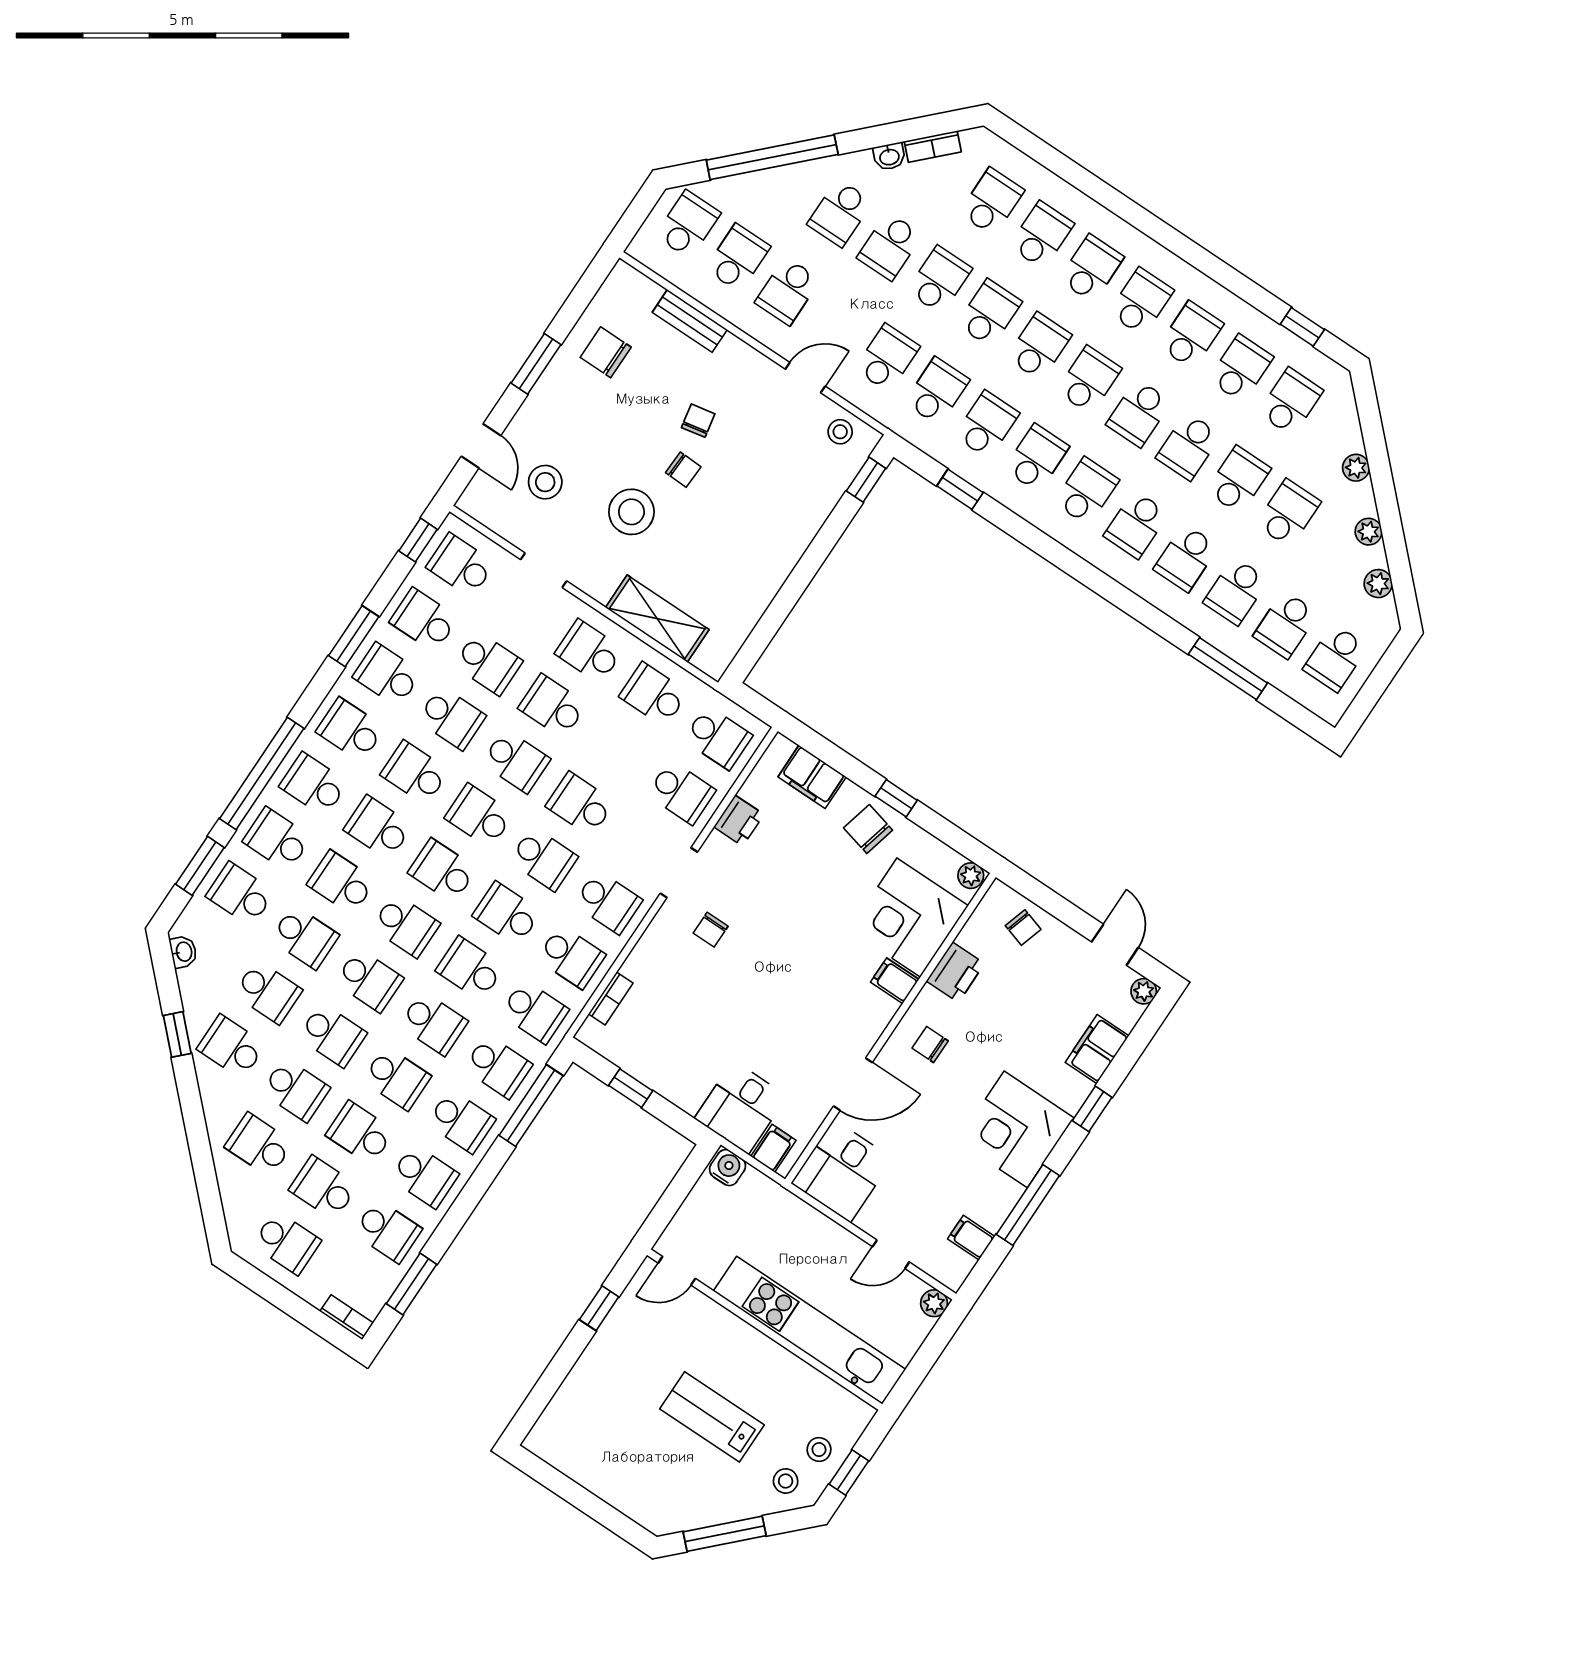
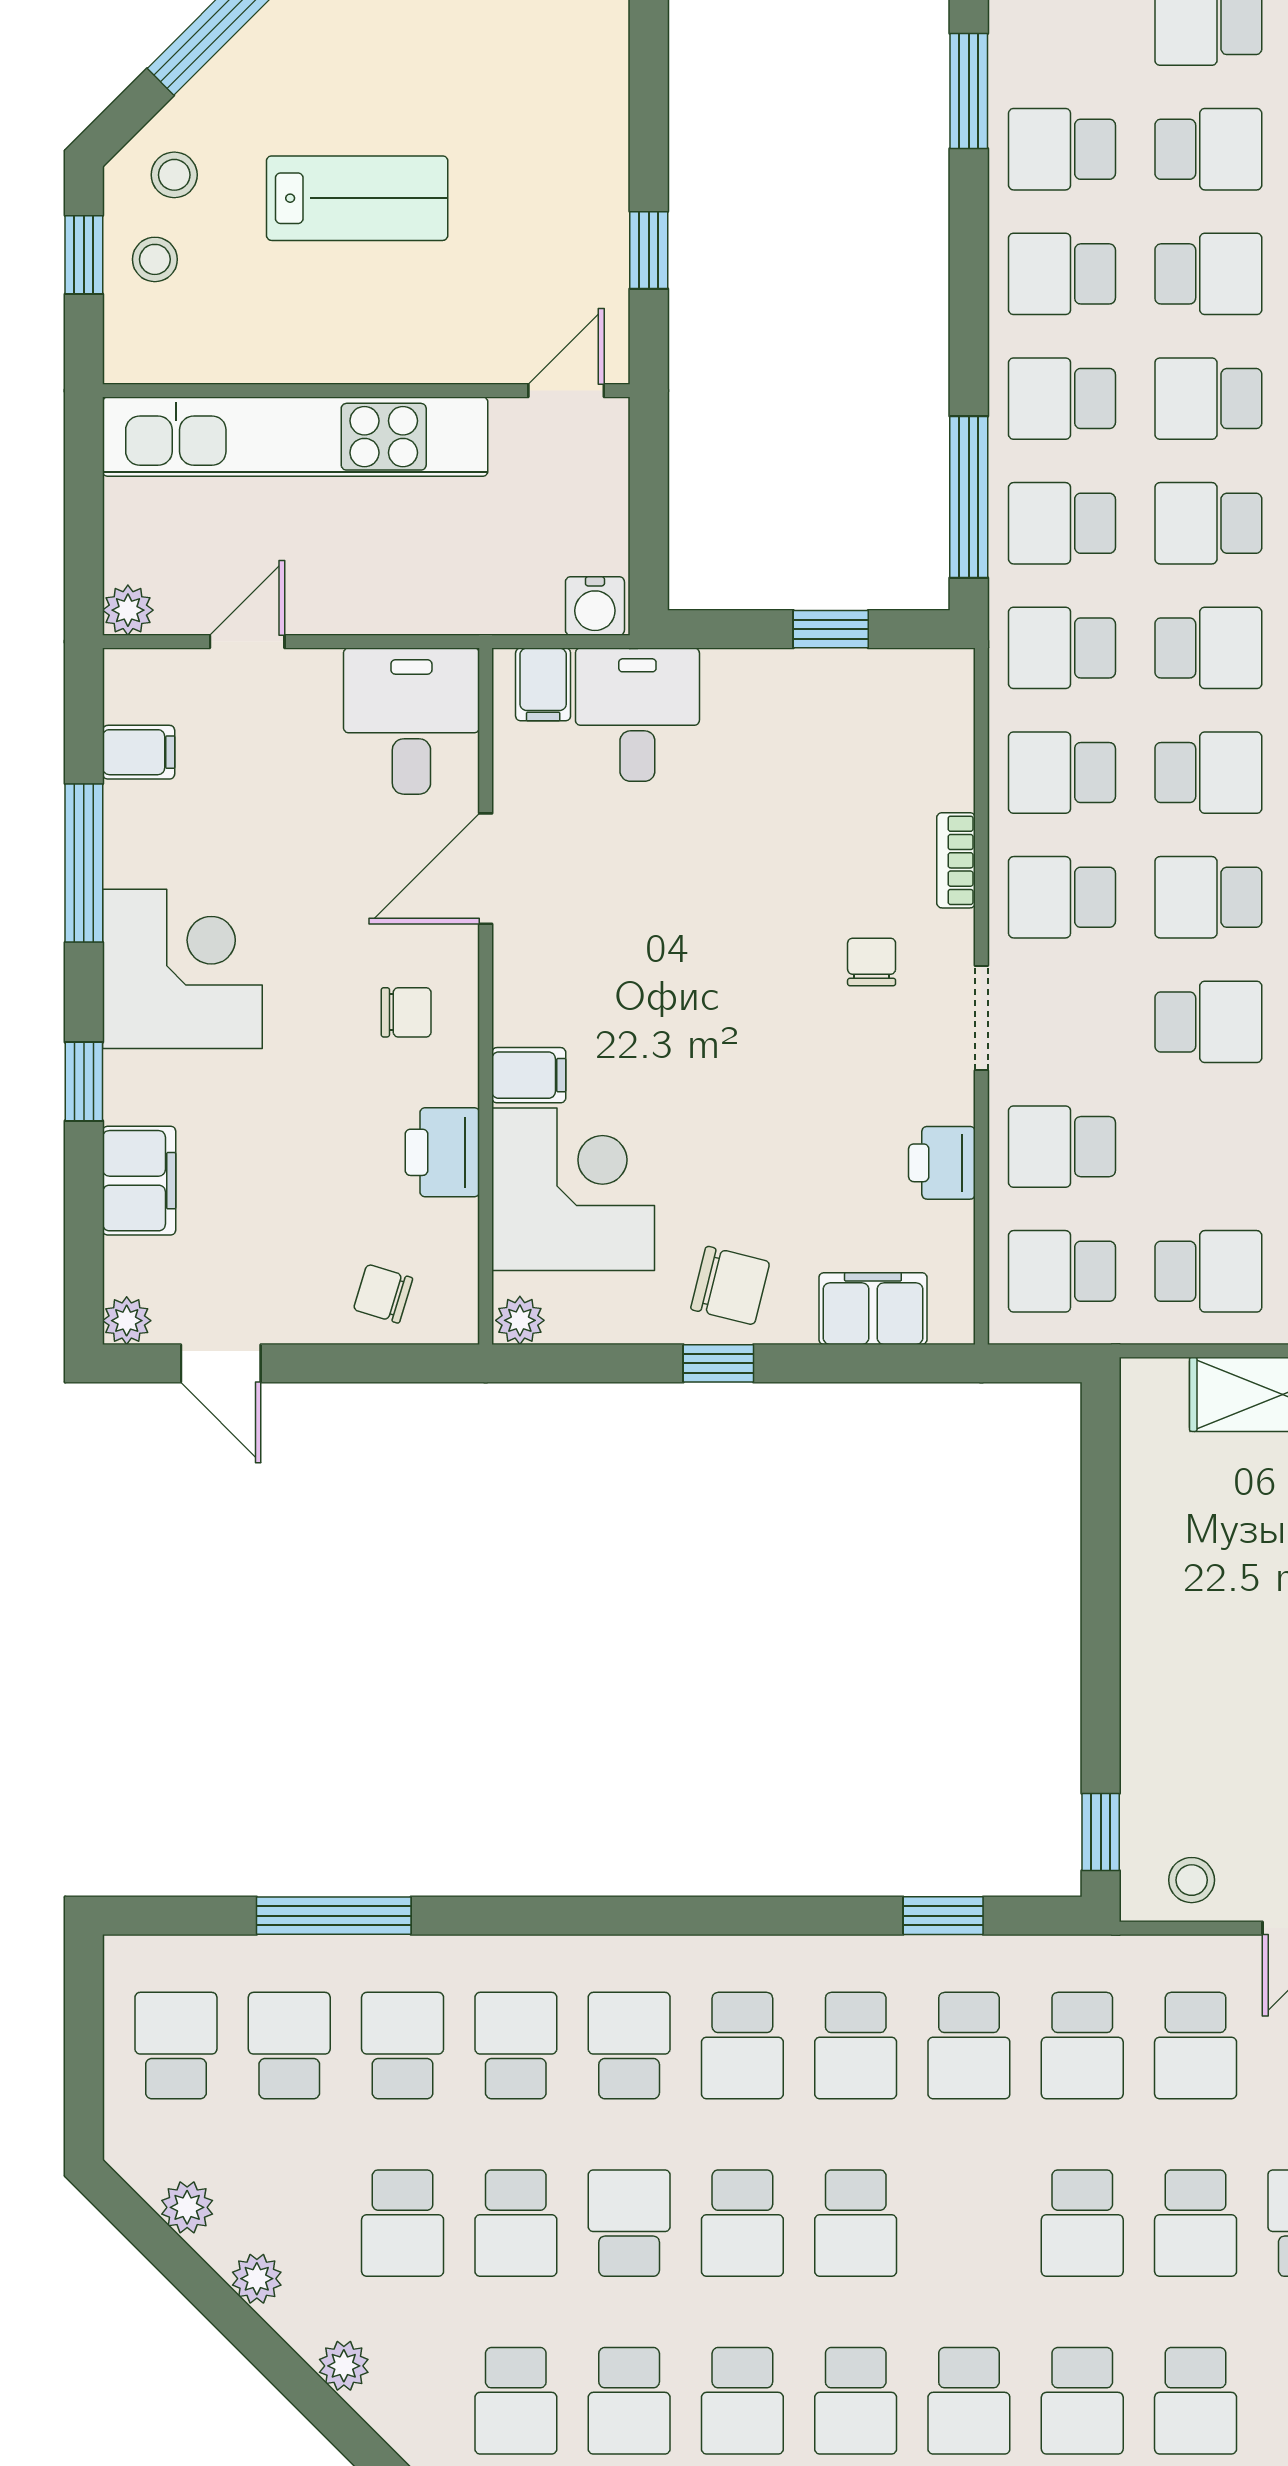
school desk: (1039, 346) -> (969, 2223), removed
school desk: (1139, 413) -> (742, 2223), turned 180
bookcase: (611, 998) -> (956, 860), moved

